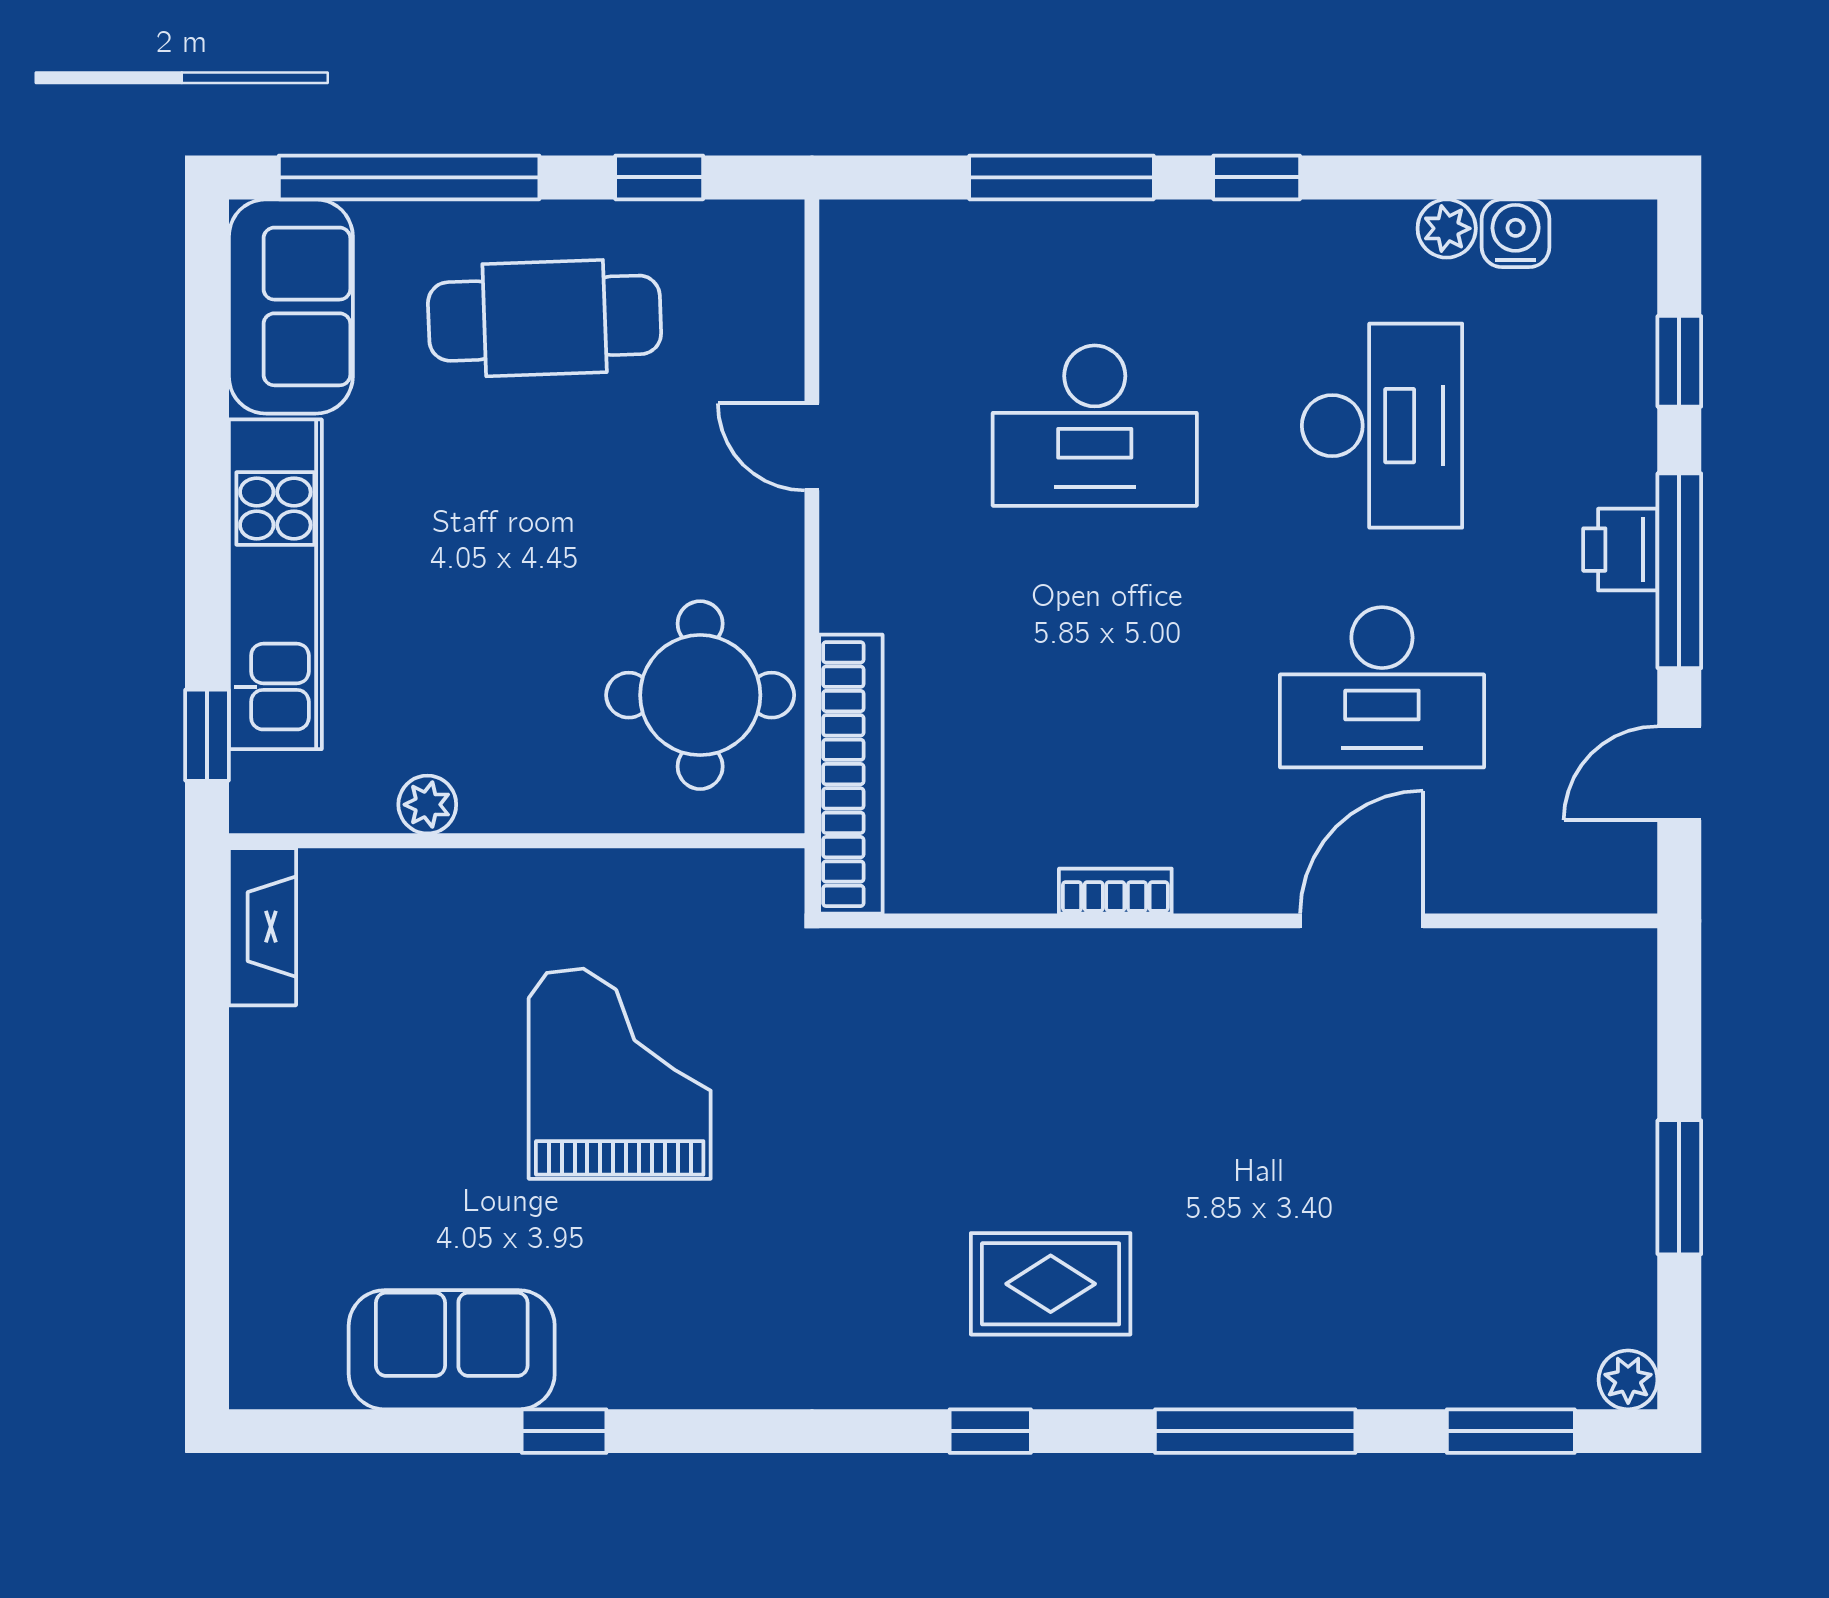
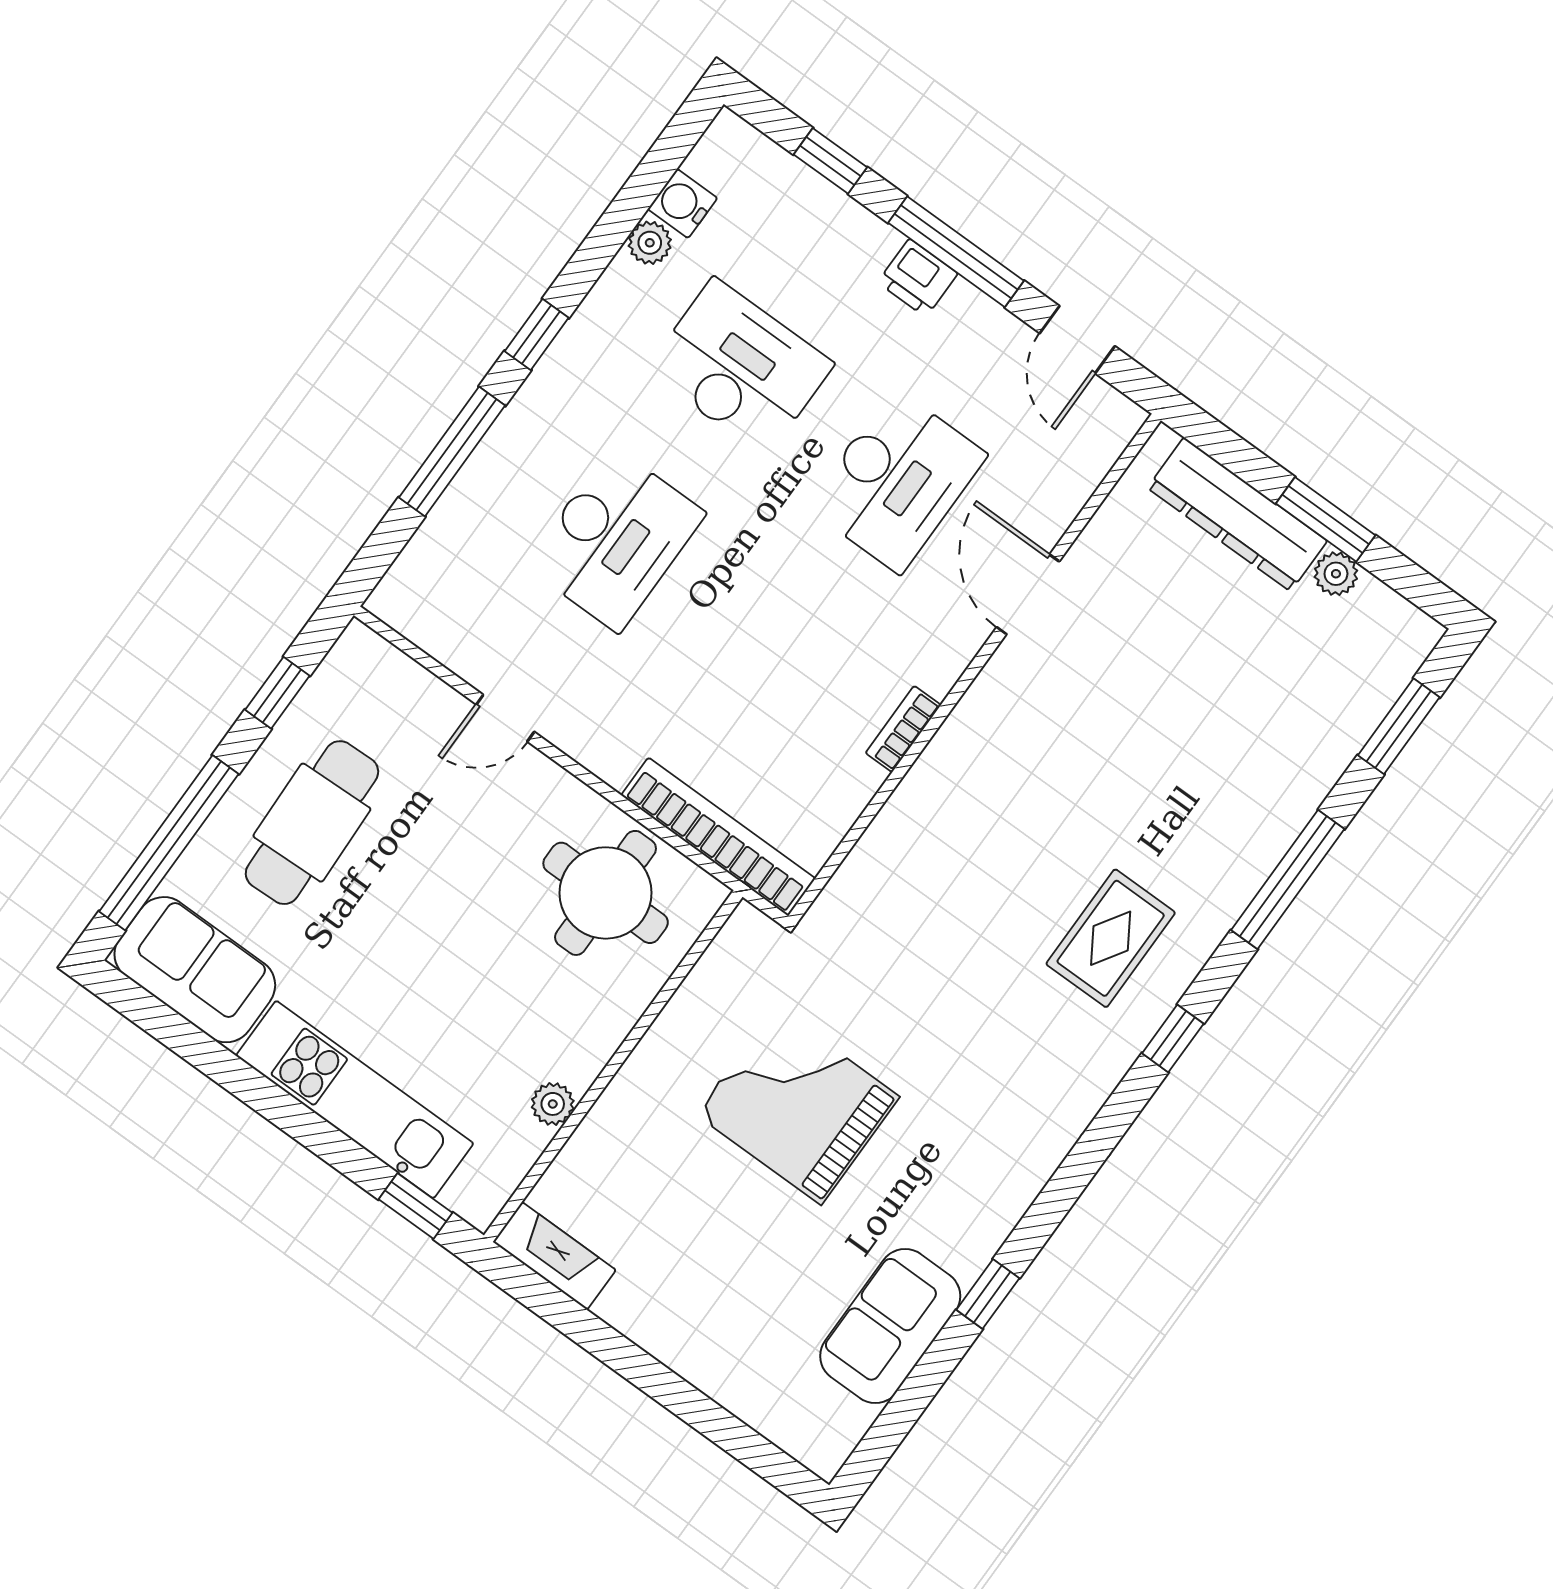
dresser: (1615, 1087) -> (1237, 514), added
plant: (1628, 1380) -> (1336, 574), moved

